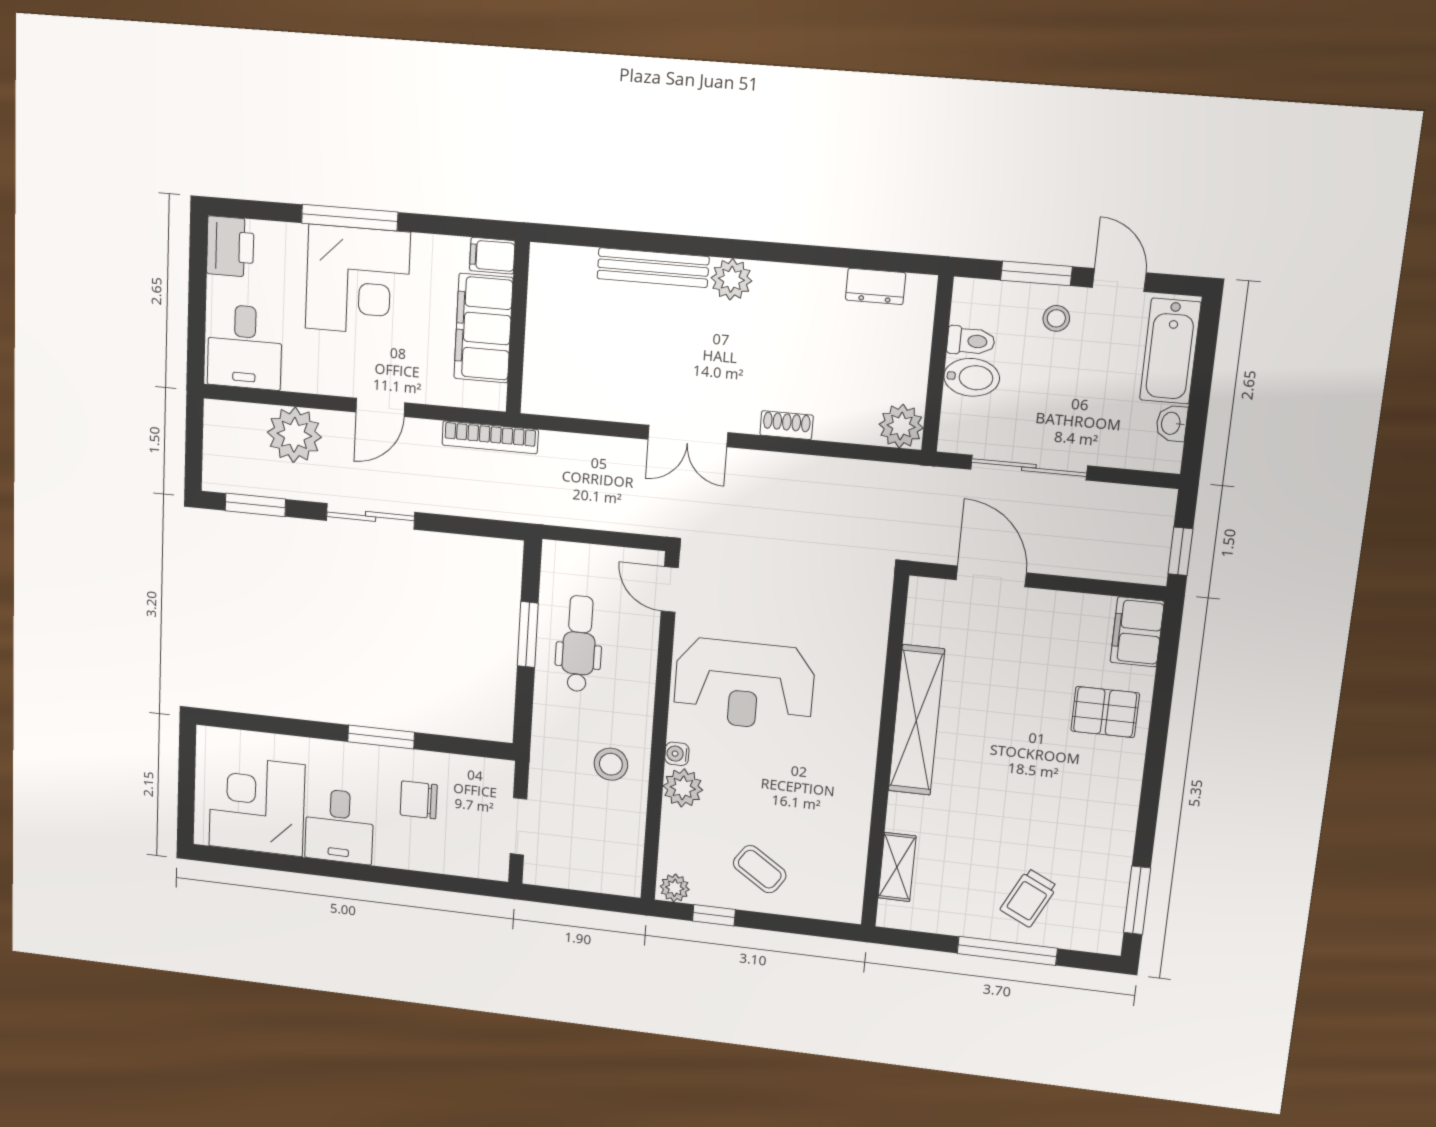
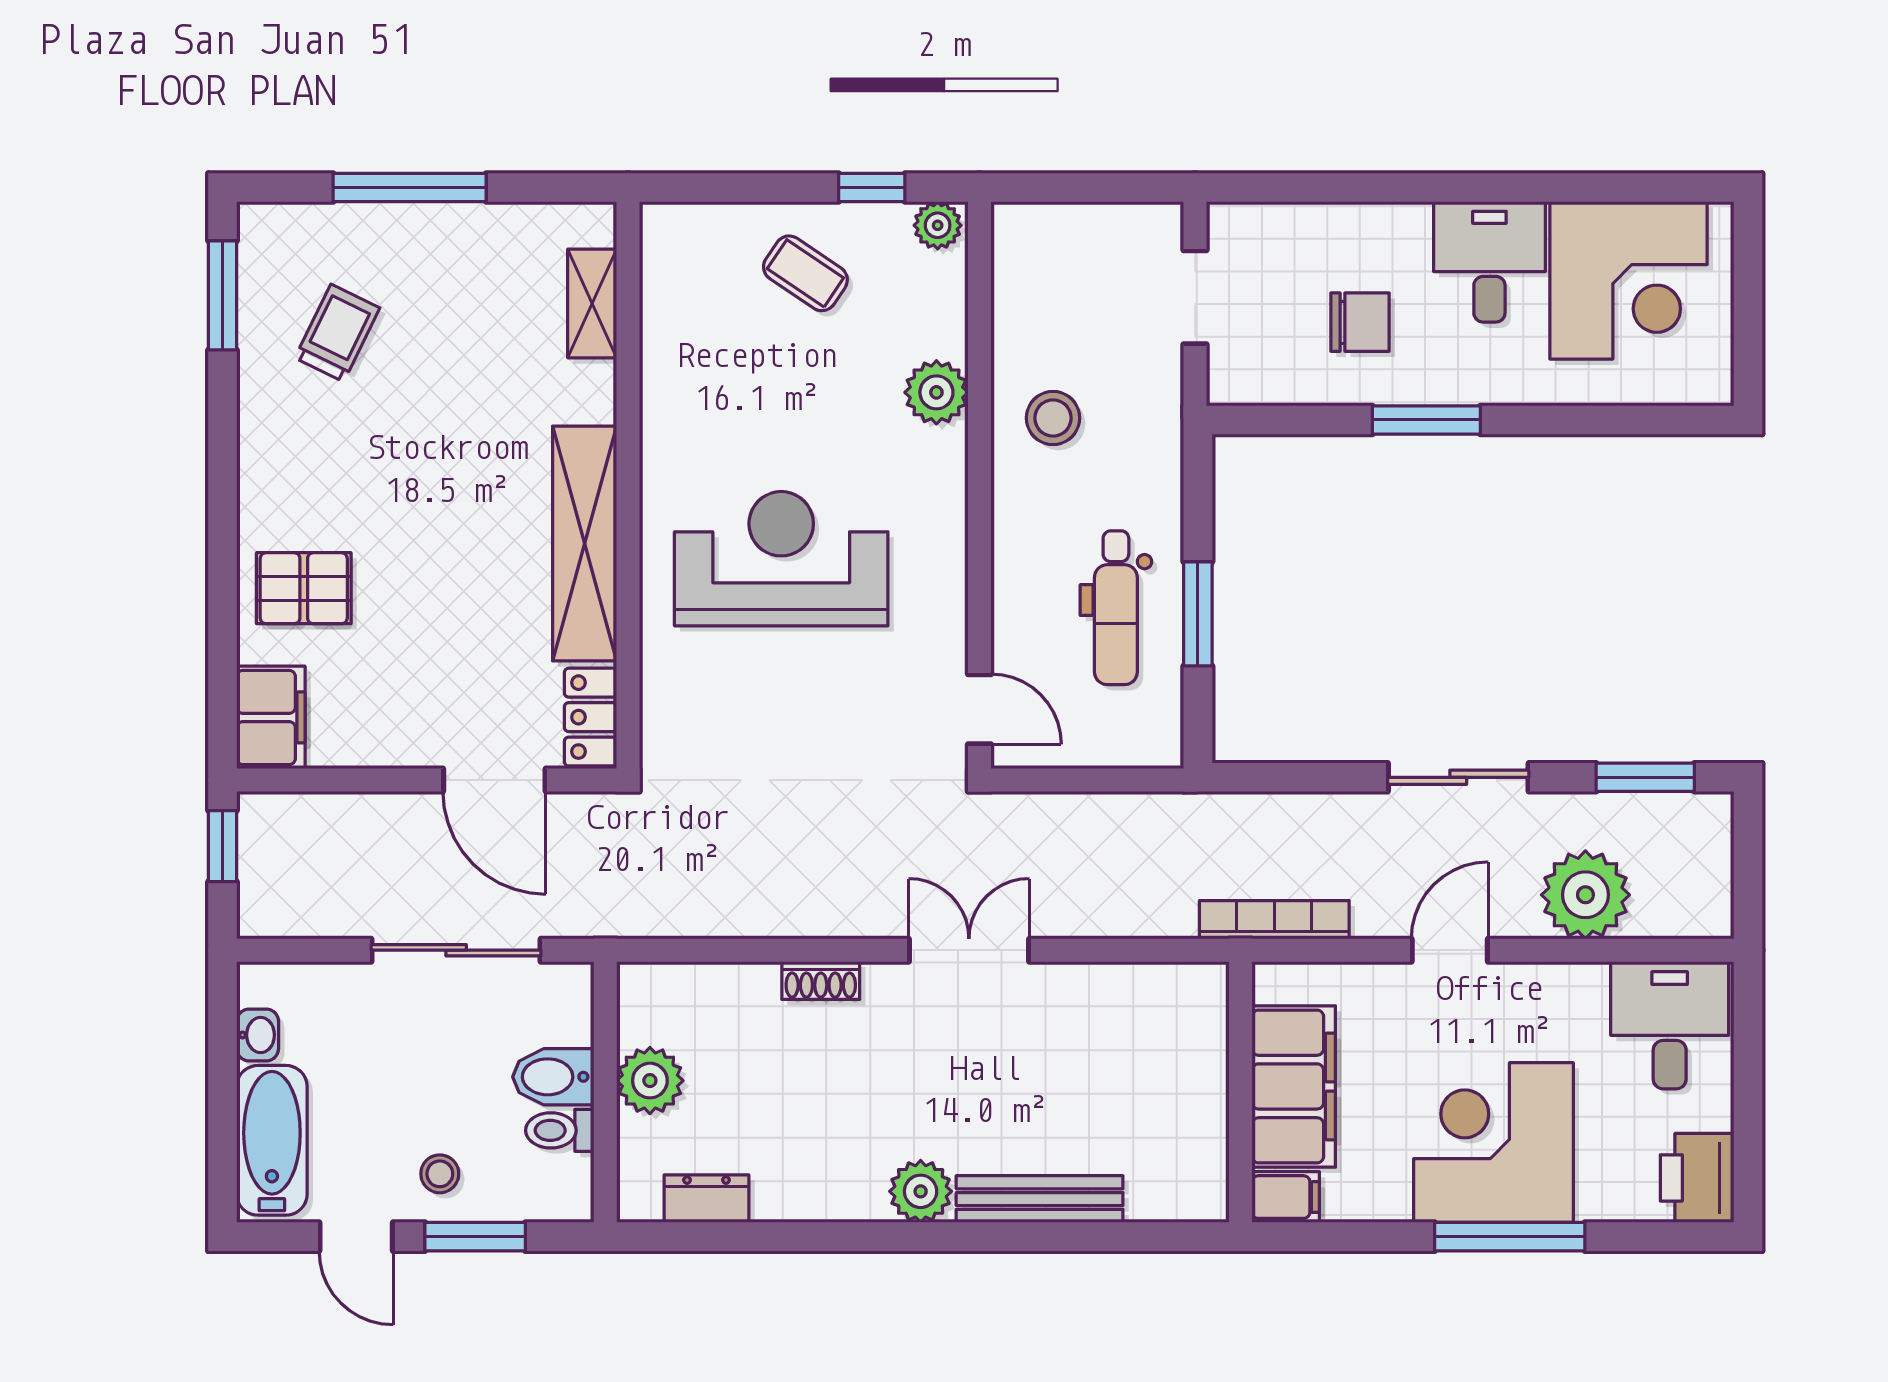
plant: (901, 426) -> (650, 1081), moved
locker: (923, 610) -> (591, 717), added
reception desk: (744, 684) -> (781, 559), moved
water cooler: (677, 754) -> (950, 447), removed
trolley: (1029, 898) -> (337, 333), moved

